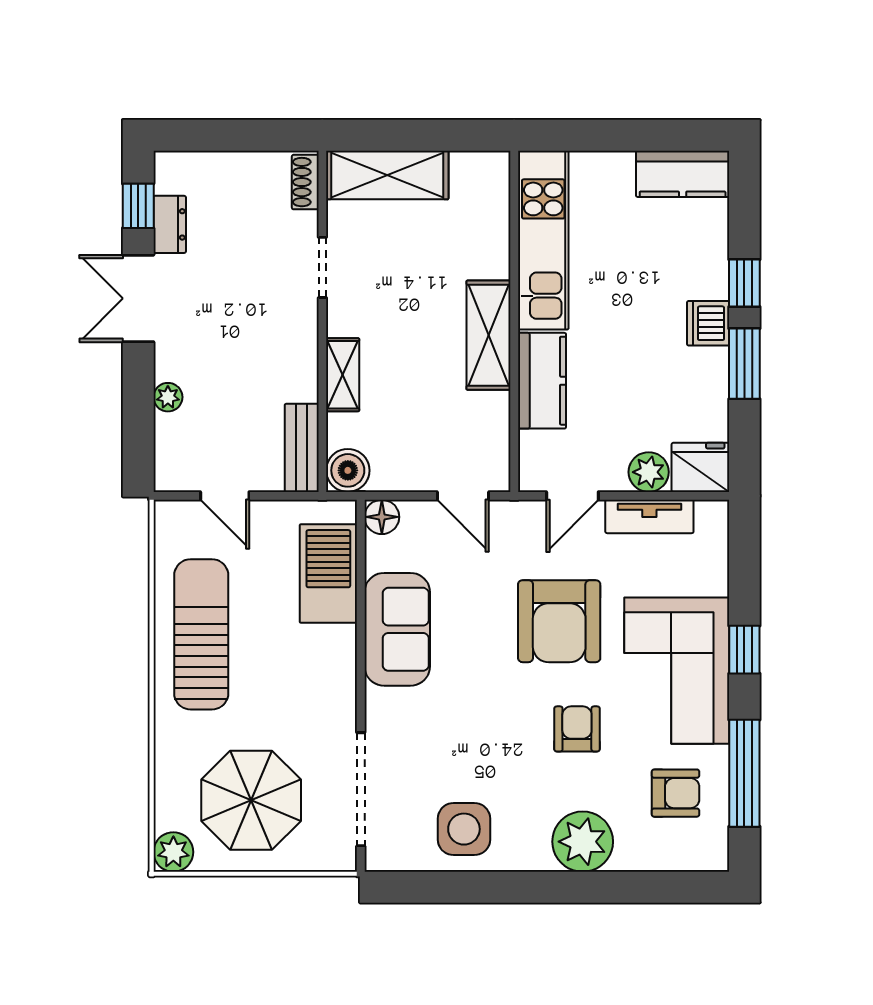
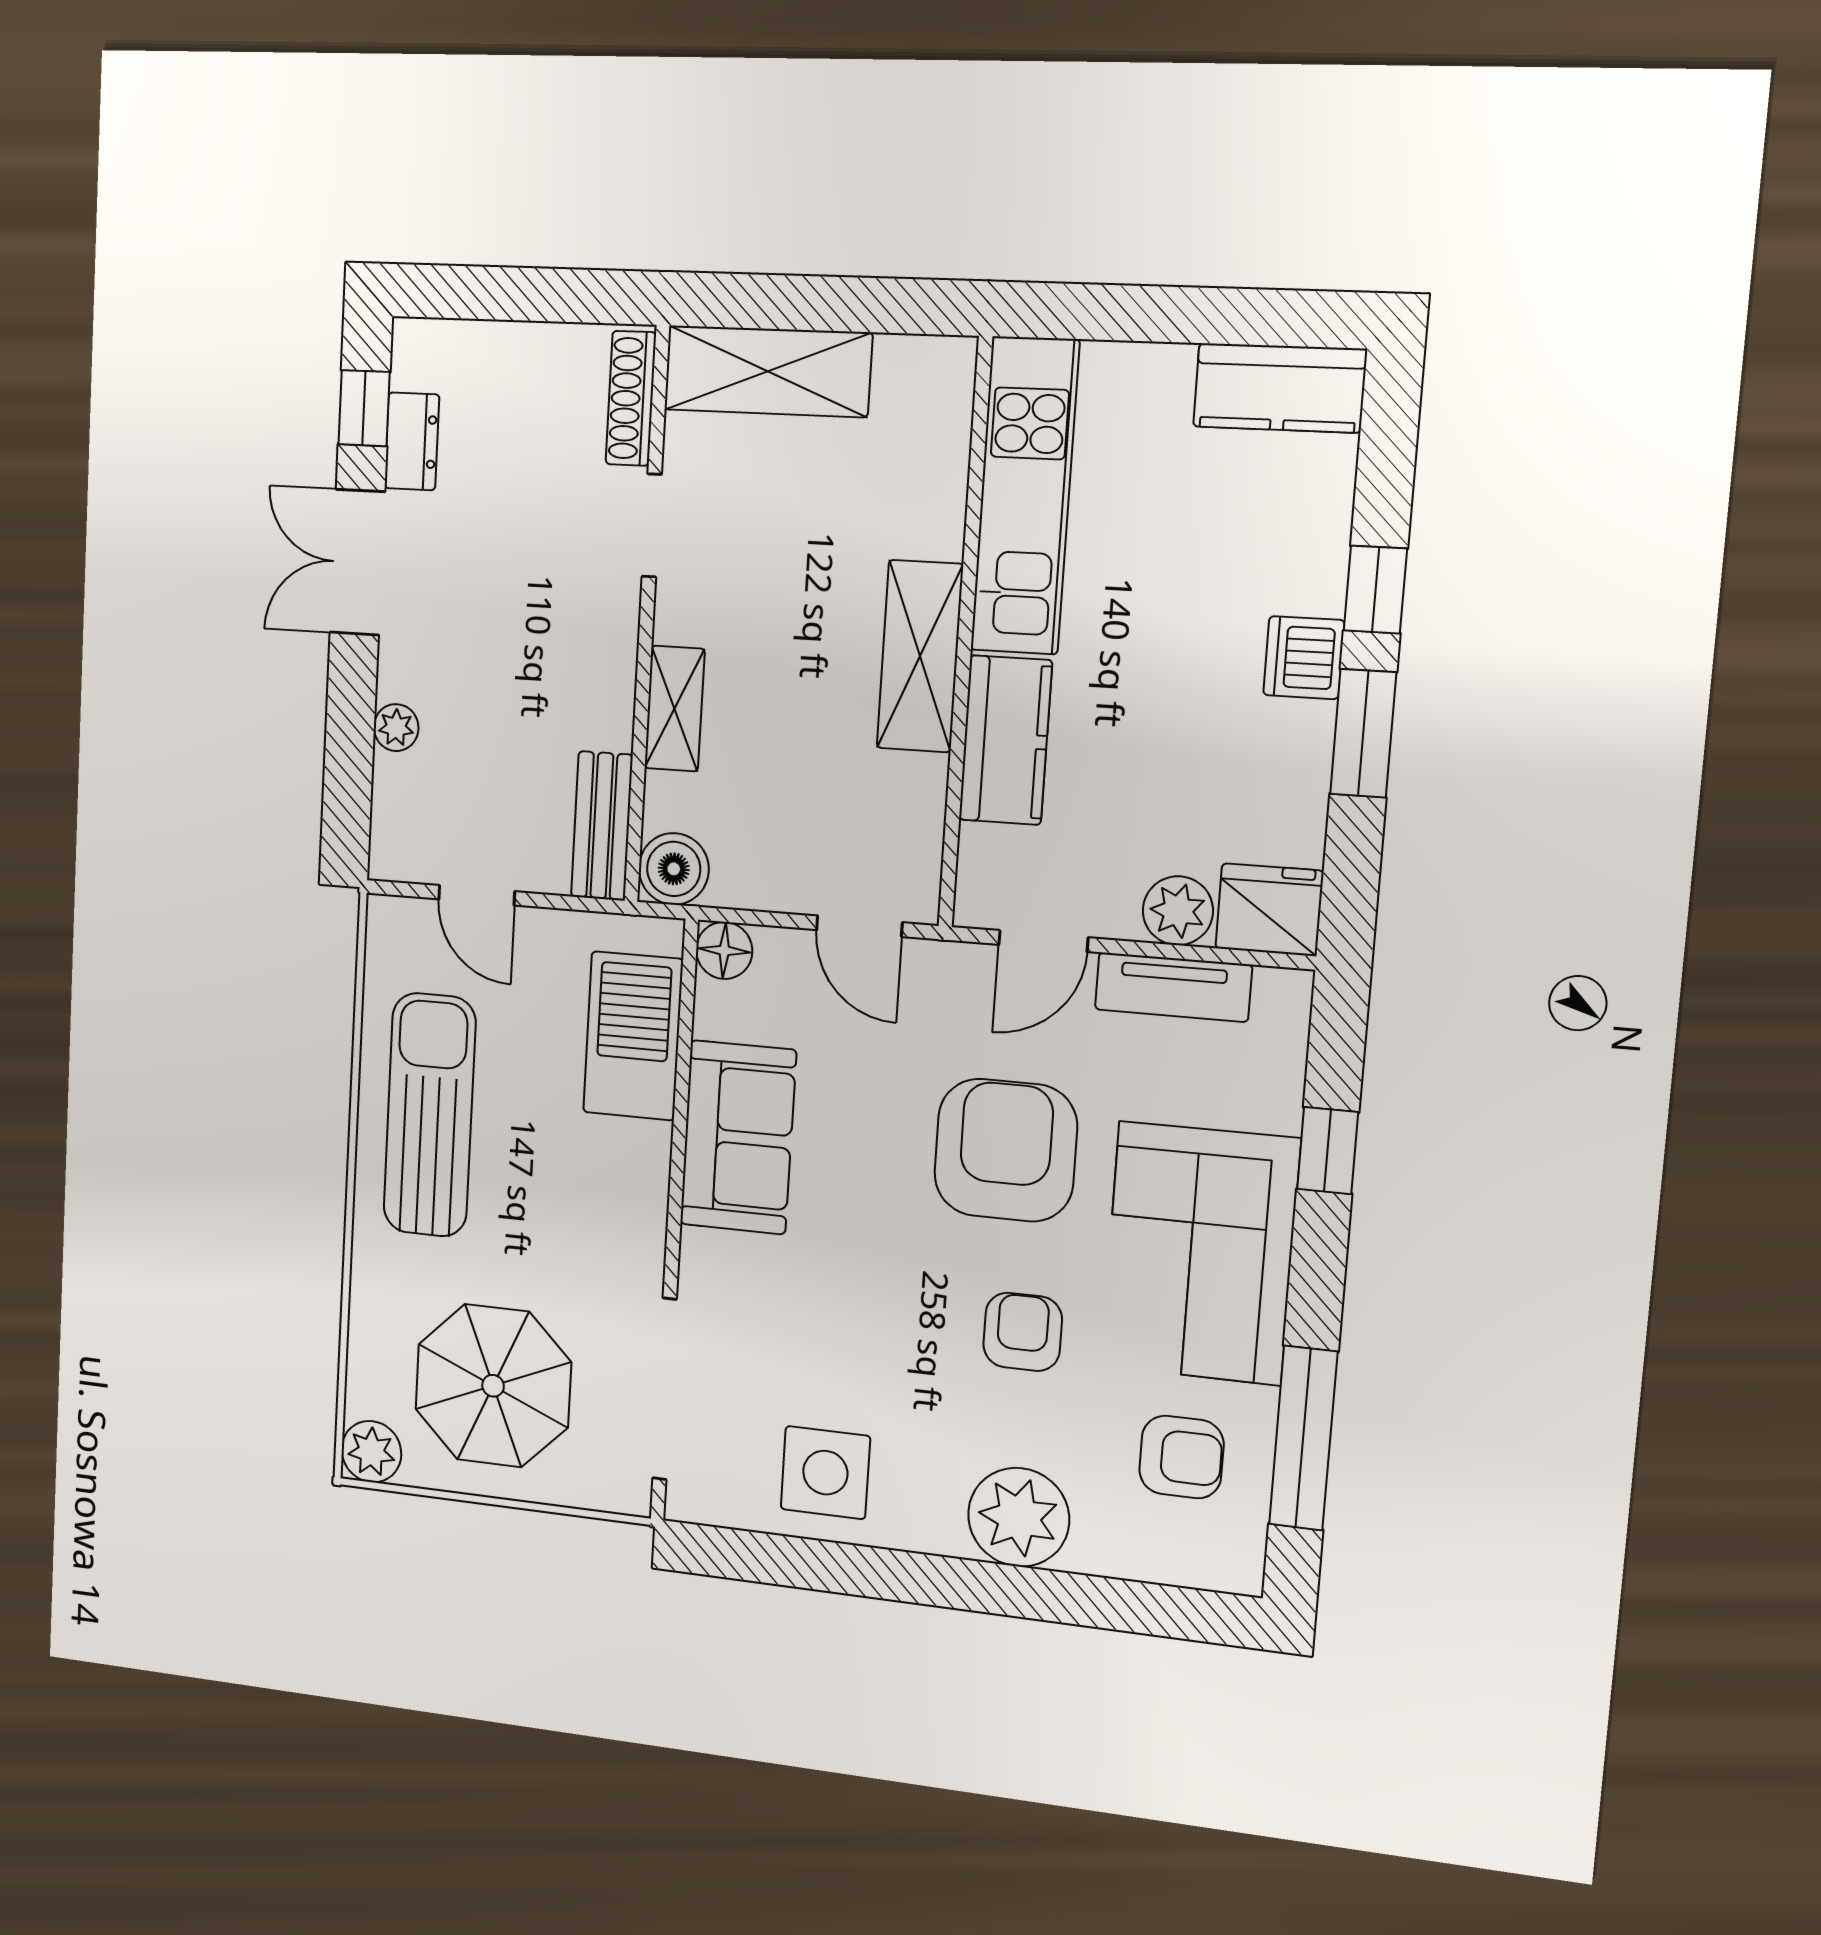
shoe rack: (305, 182) -> (631, 398), width x1.43
armchair: (559, 621) -> (1006, 1150), turned 180
window: (744, 650) -> (1328, 1151), moved

